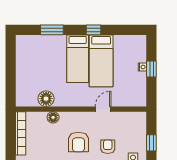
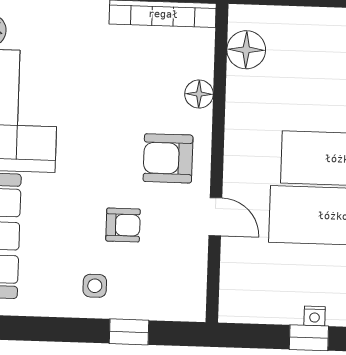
floor lamp: (46, 99) -> (246, 50), moved
armchair: (78, 142) -> (168, 158), moved

